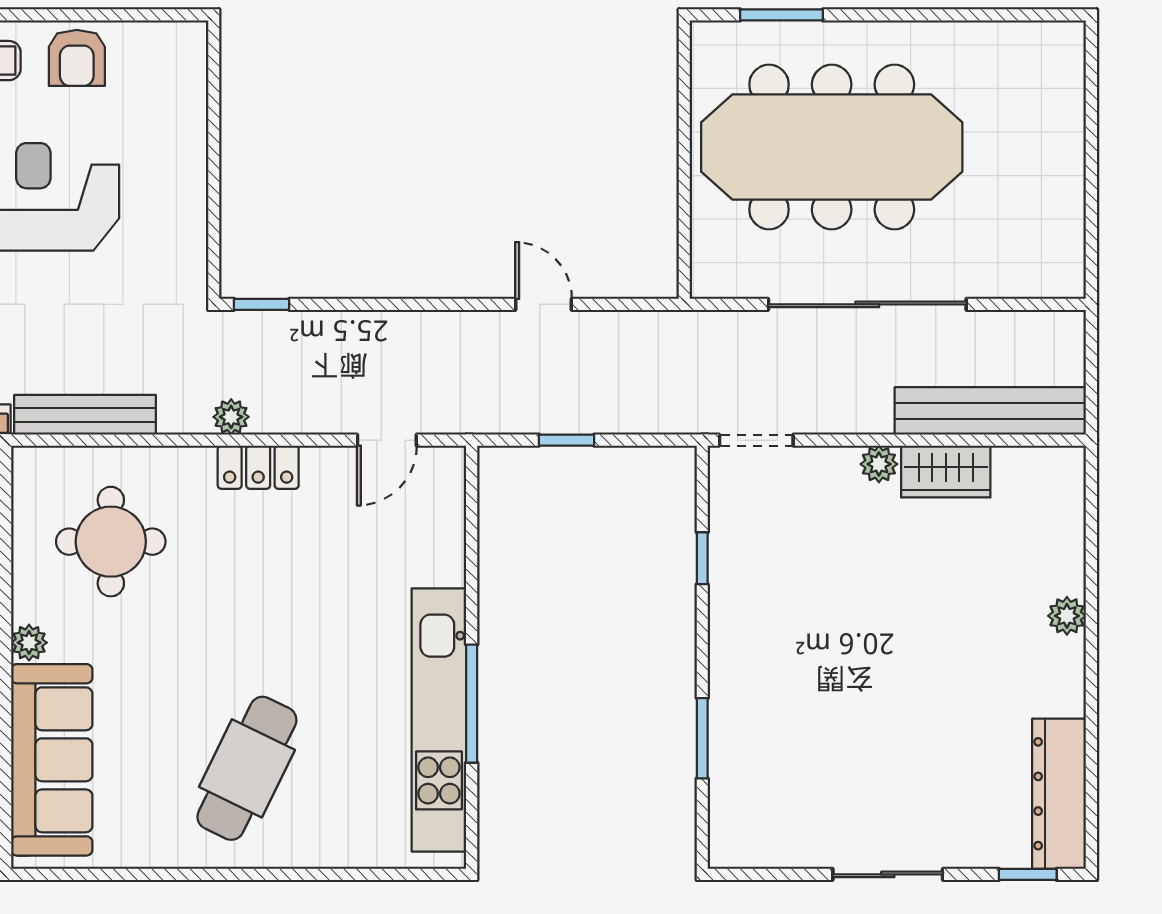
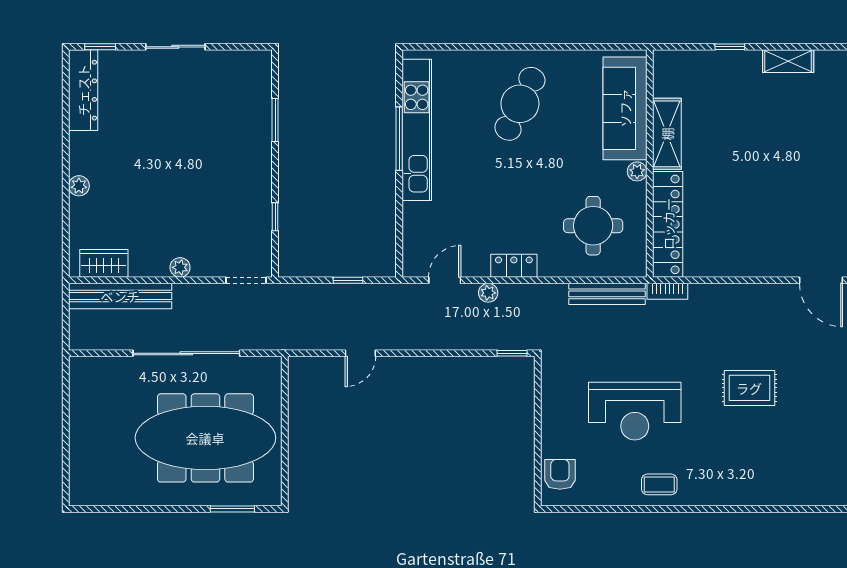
armchair: (77, 58) -> (560, 474), moved
door: (544, 304) -> (360, 353), hinge flipped
plant: (231, 417) -> (488, 293), moved
wardrobe: (946, 472) -> (104, 263), moved

